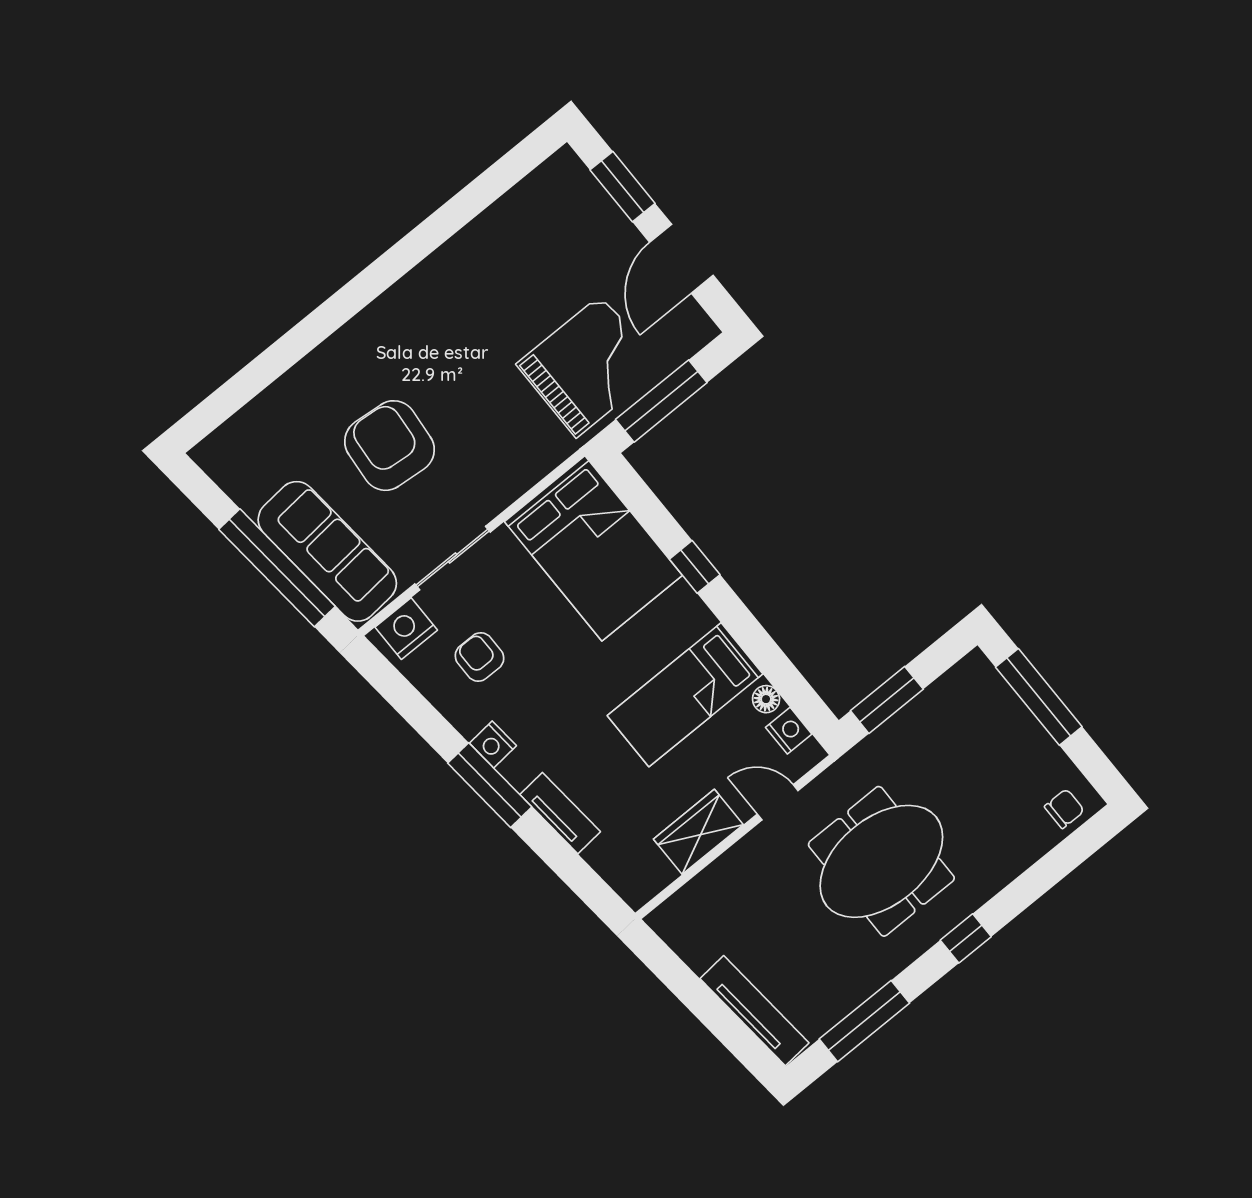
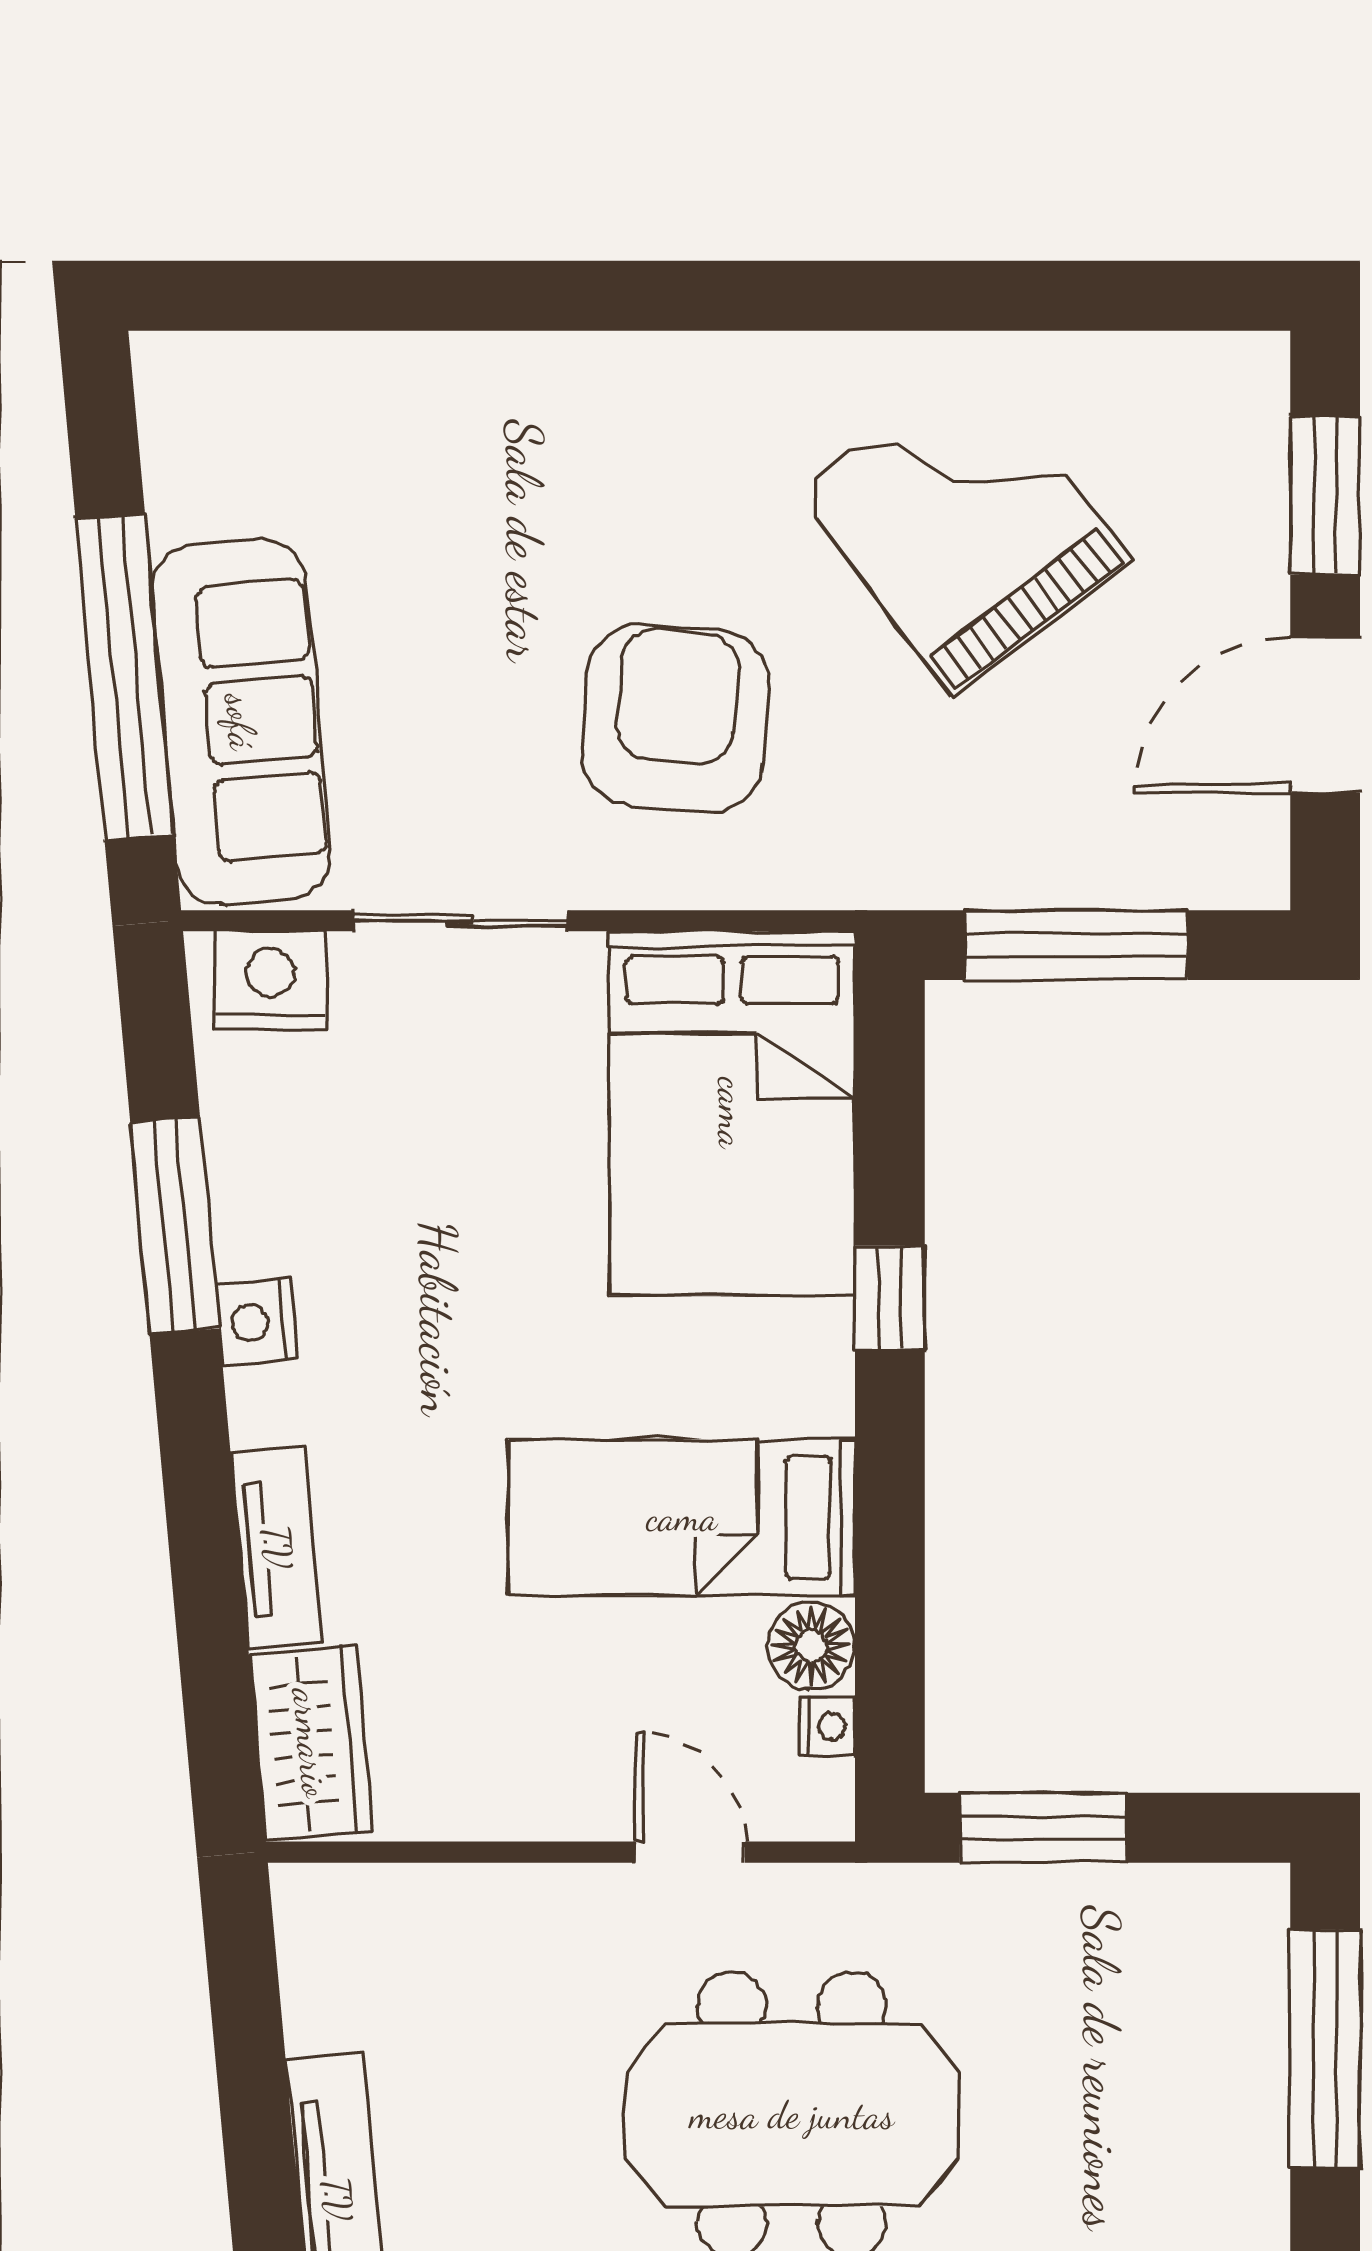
grand piano: (589, 366) -> (963, 525), moved, turned -127
armchair: (389, 446) -> (675, 718), moved
armchair: (479, 657) -> (362, 1142), removed
floor lamp: (766, 699) -> (811, 1646), width x1.37, depth x1.37
nightstand: (789, 731) -> (827, 1726), width x0.72, depth x0.74
window: (490, 785) -> (175, 1226), moved
wardrobe: (698, 832) -> (311, 1743), moved, turned 85

